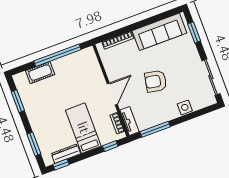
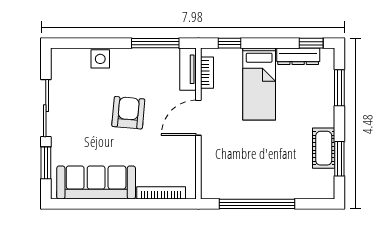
cot: (40, 73) -> (324, 148), moved, turned 90
sliding door: (211, 77) -> (46, 108), moved
armchair: (156, 81) -> (128, 113), turned -96

